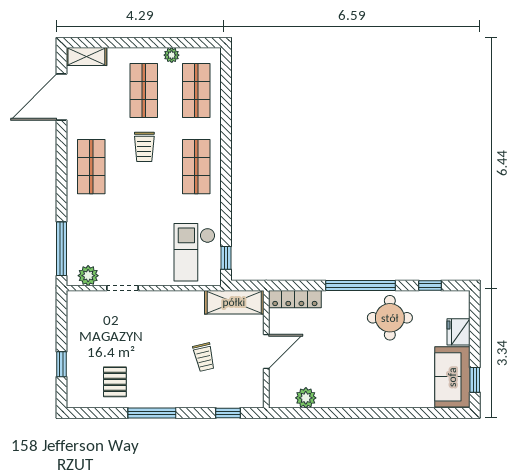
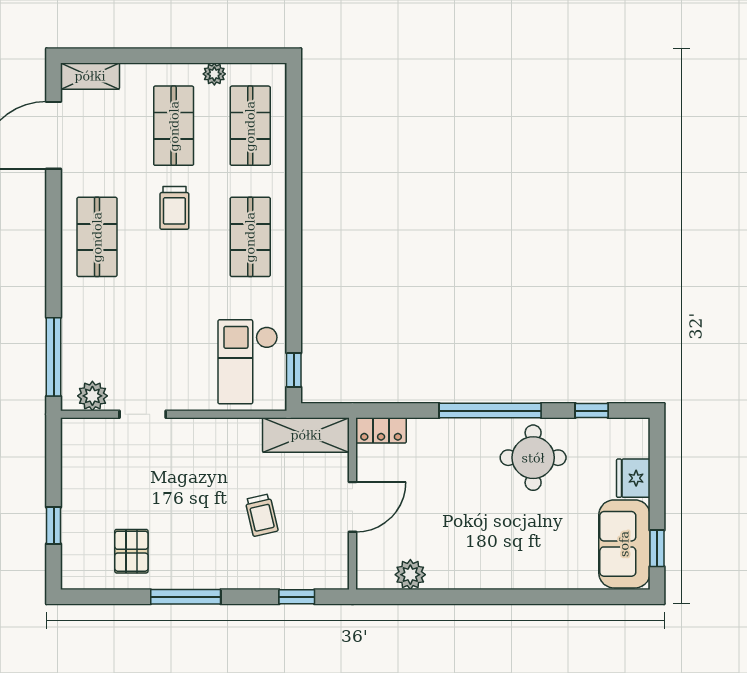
locker: (295, 299) -> (381, 430), width x0.66

